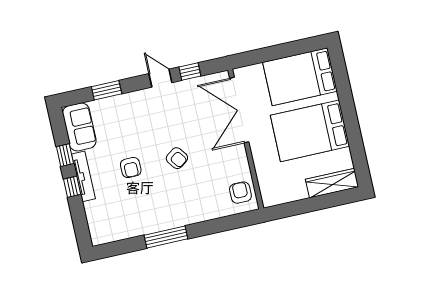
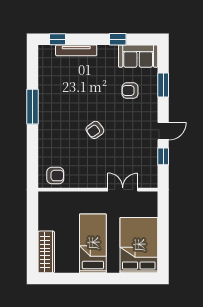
double door: (239, 110) -> (123, 190), width x0.54
bed: (310, 131) -> (93, 243), width x0.67
armchair: (131, 168) -> (130, 91), moved
tv unit: (83, 176) -> (76, 50), moved
window: (72, 187) -> (57, 39), moved

